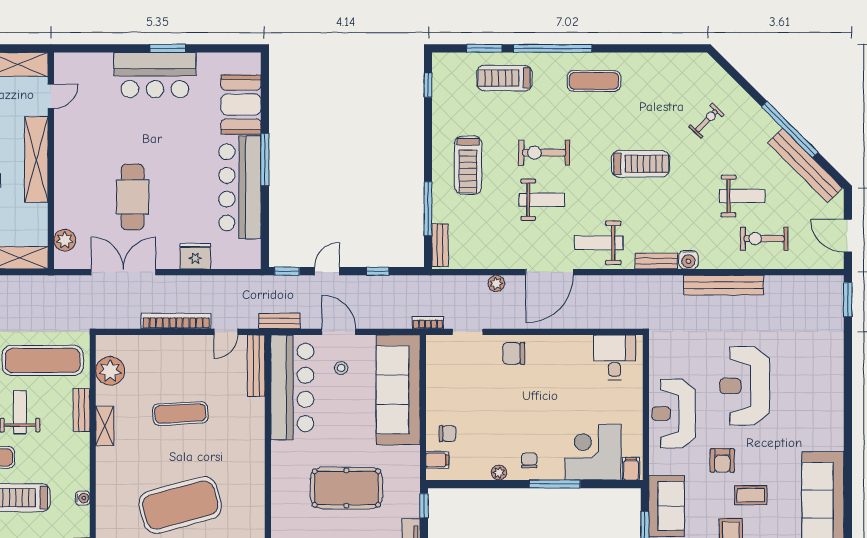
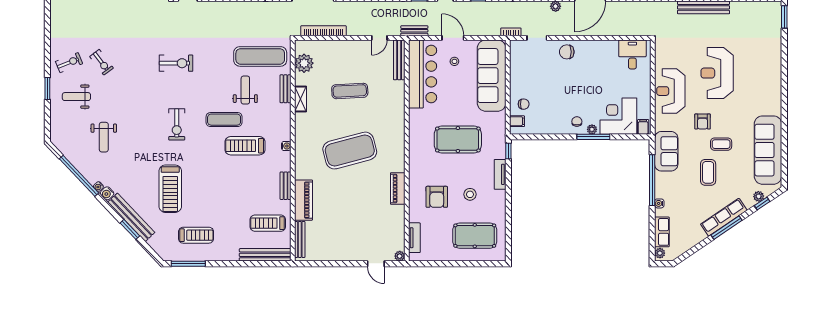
bookcase: (176, 321) -> (324, 31), moved
plant: (499, 473) -> (592, 129), moved

